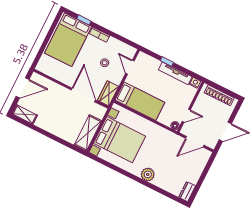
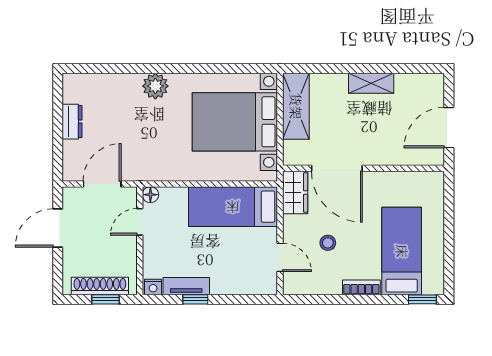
window: (84, 20) -> (422, 299), moved
bed: (68, 40) -> (402, 251), width x0.67
window: (167, 61) -> (195, 299), moved
tv unit: (175, 73) -> (186, 286), width x0.71
window: (220, 88) -> (106, 299), added
shelving: (25, 114) -> (371, 83), moved
dresser: (187, 192) -> (72, 122), moved

